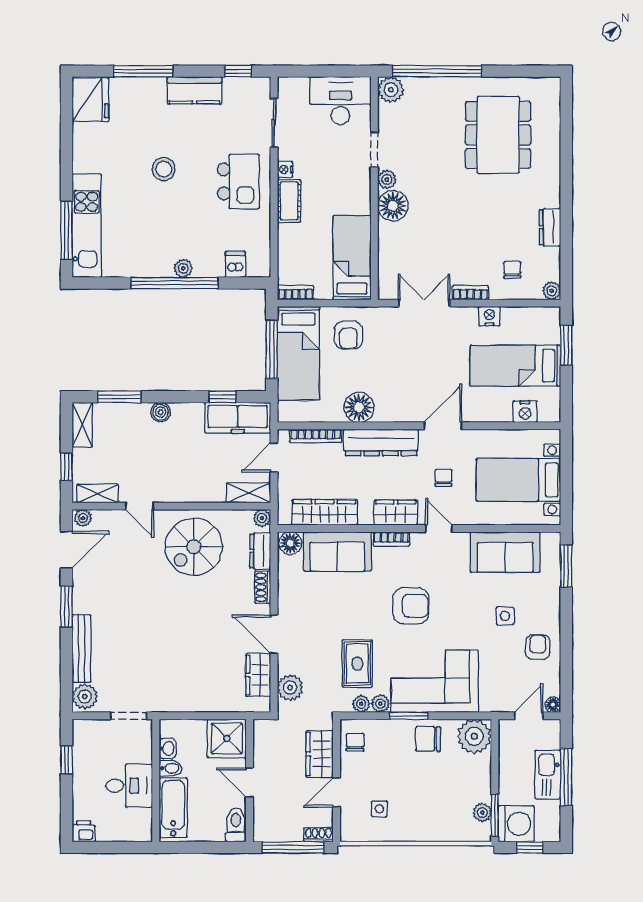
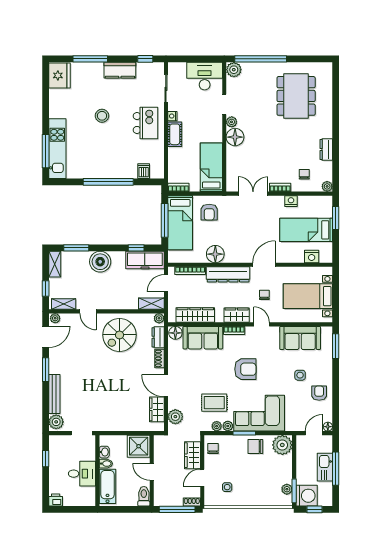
plant: (183, 268) -> (113, 173), removed
boiler: (161, 412) -> (100, 262), width x1.86, depth x1.86
rug: (357, 663) -> (214, 403), turned 90

